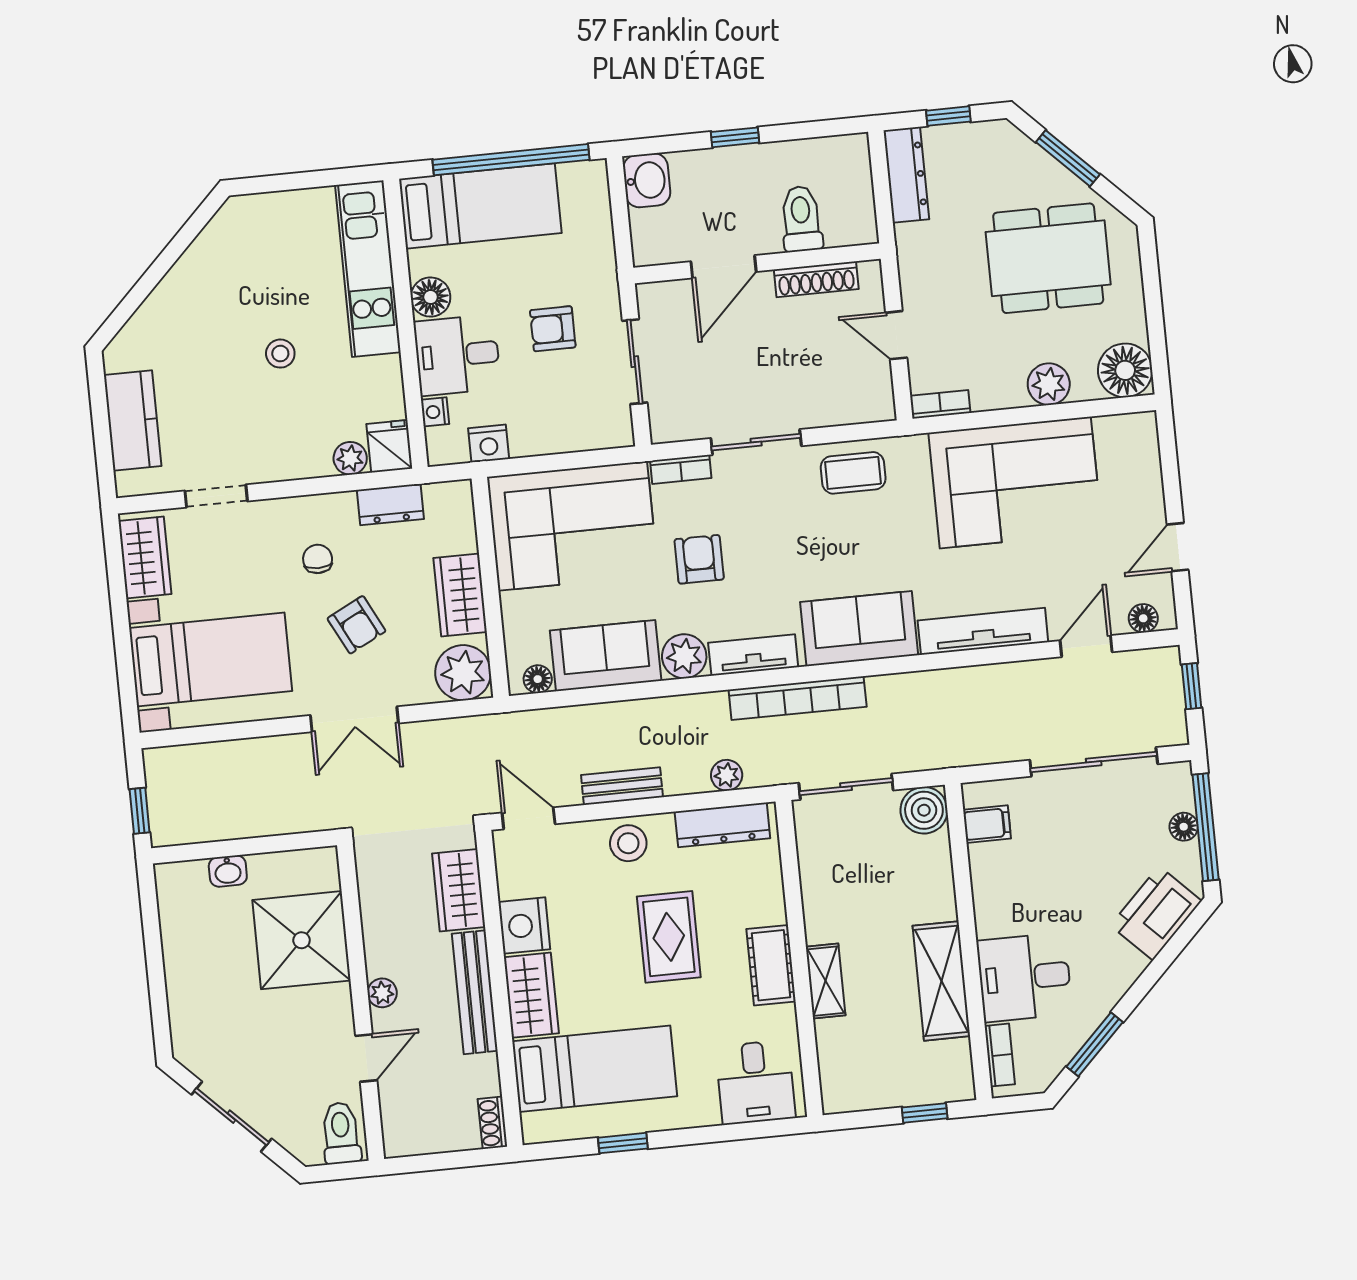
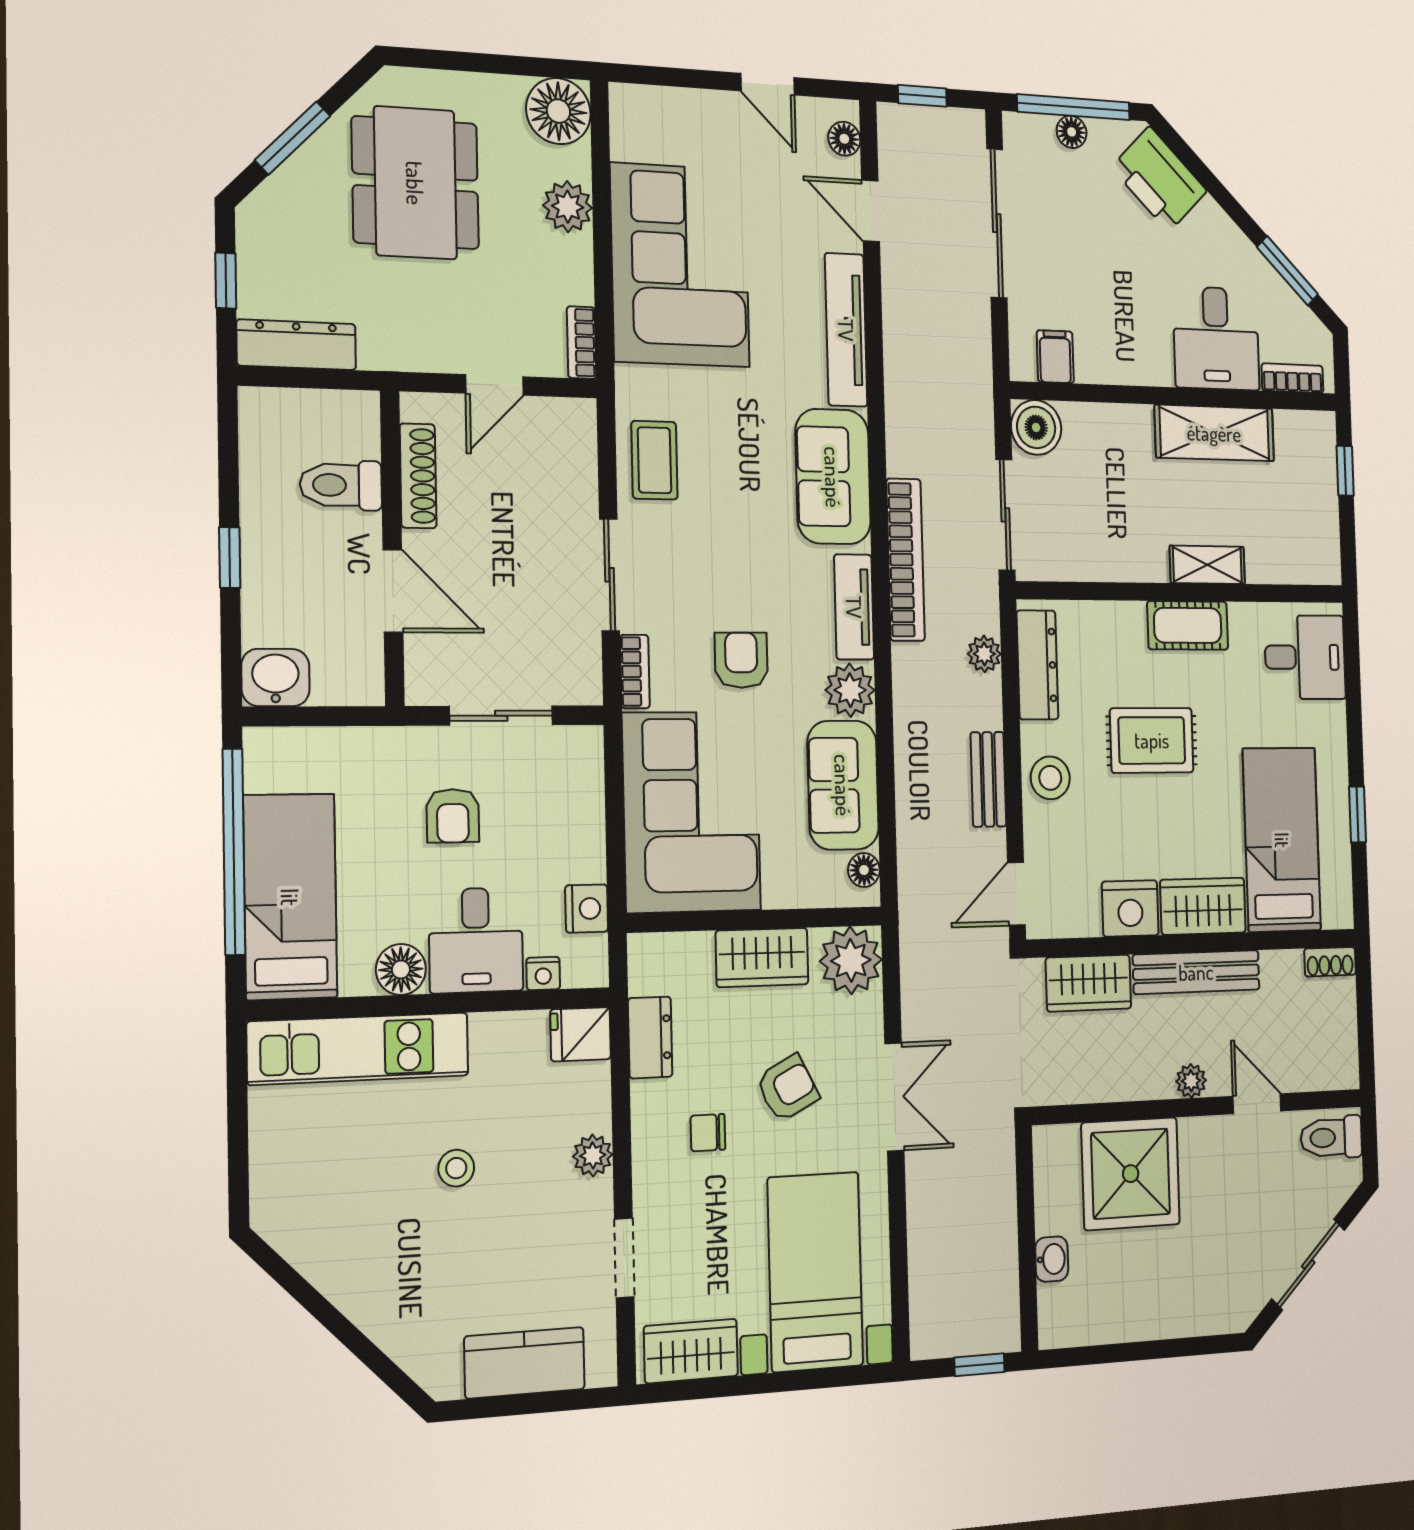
plant: (350, 458) -> (593, 1155), moved
armchair: (699, 559) -> (741, 660), turned 90

